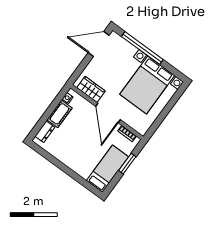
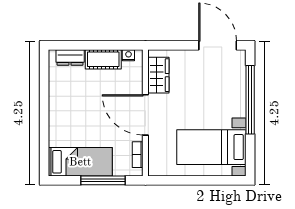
bed with nightstands: (147, 85) -> (211, 147), width x0.73
door: (108, 113) -> (145, 115), hinge flipped
window: (127, 164) -> (103, 180), width x1.44

